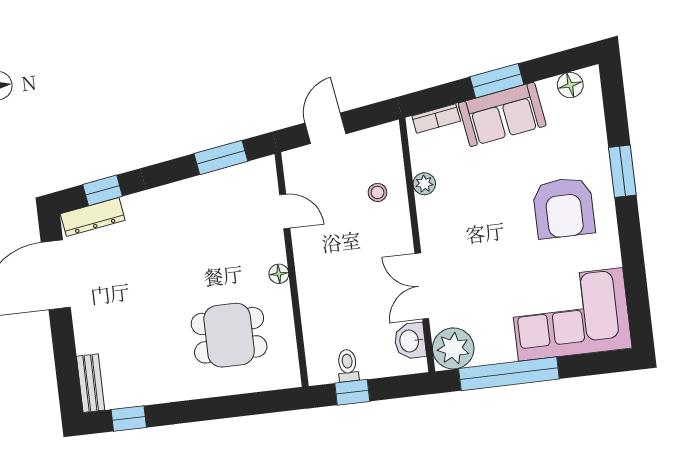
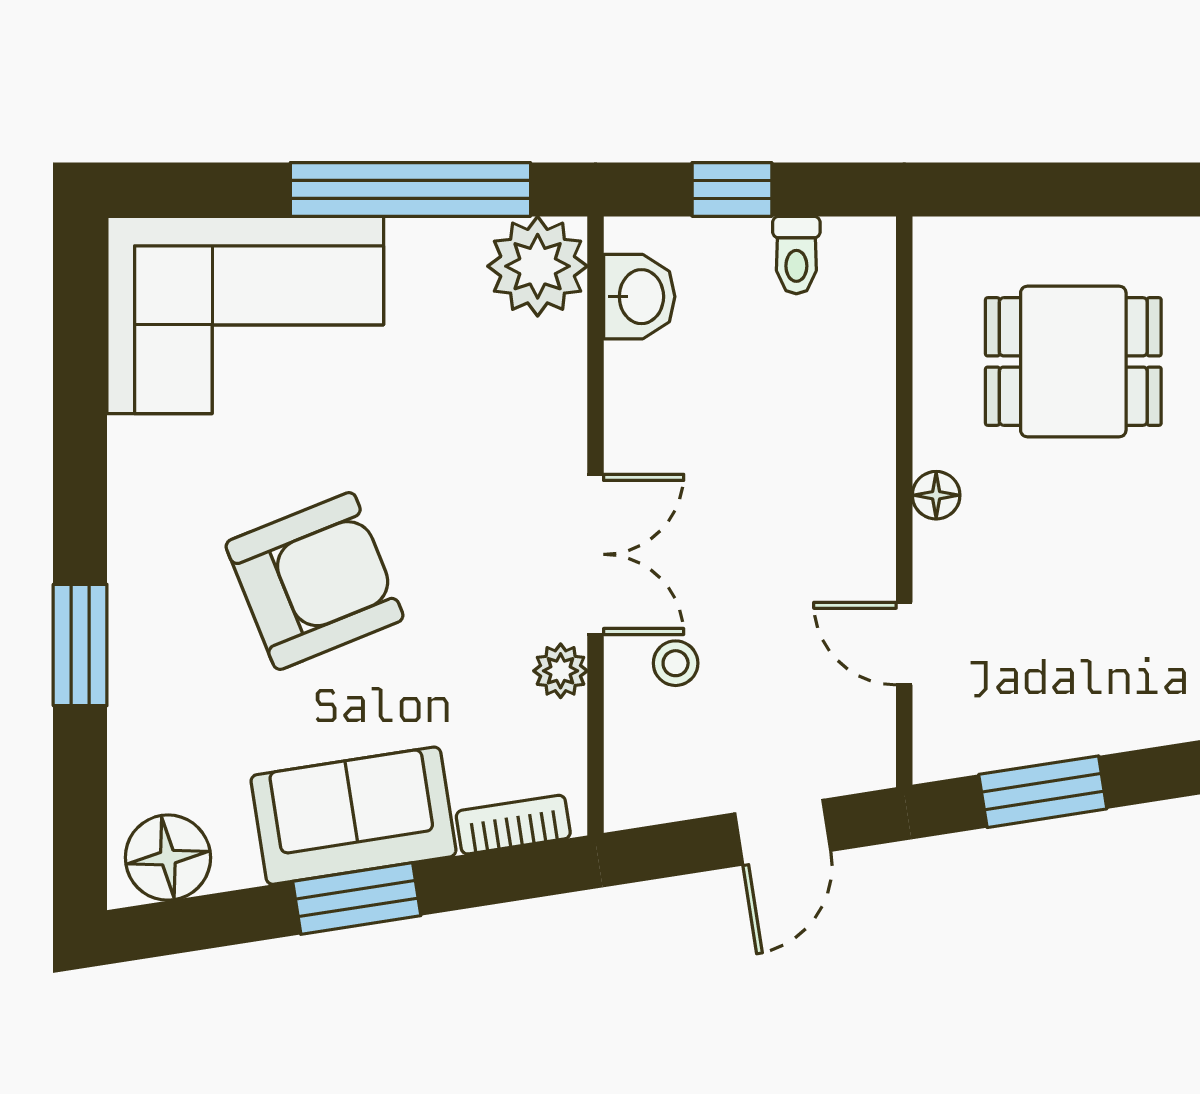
floor lamp: (570, 85) -> (168, 858), width x1.38, depth x1.38
armchair: (564, 208) -> (315, 581), moved, turned 68
double door: (422, 286) -> (596, 554), moved
window: (352, 392) -> (732, 189), moved

